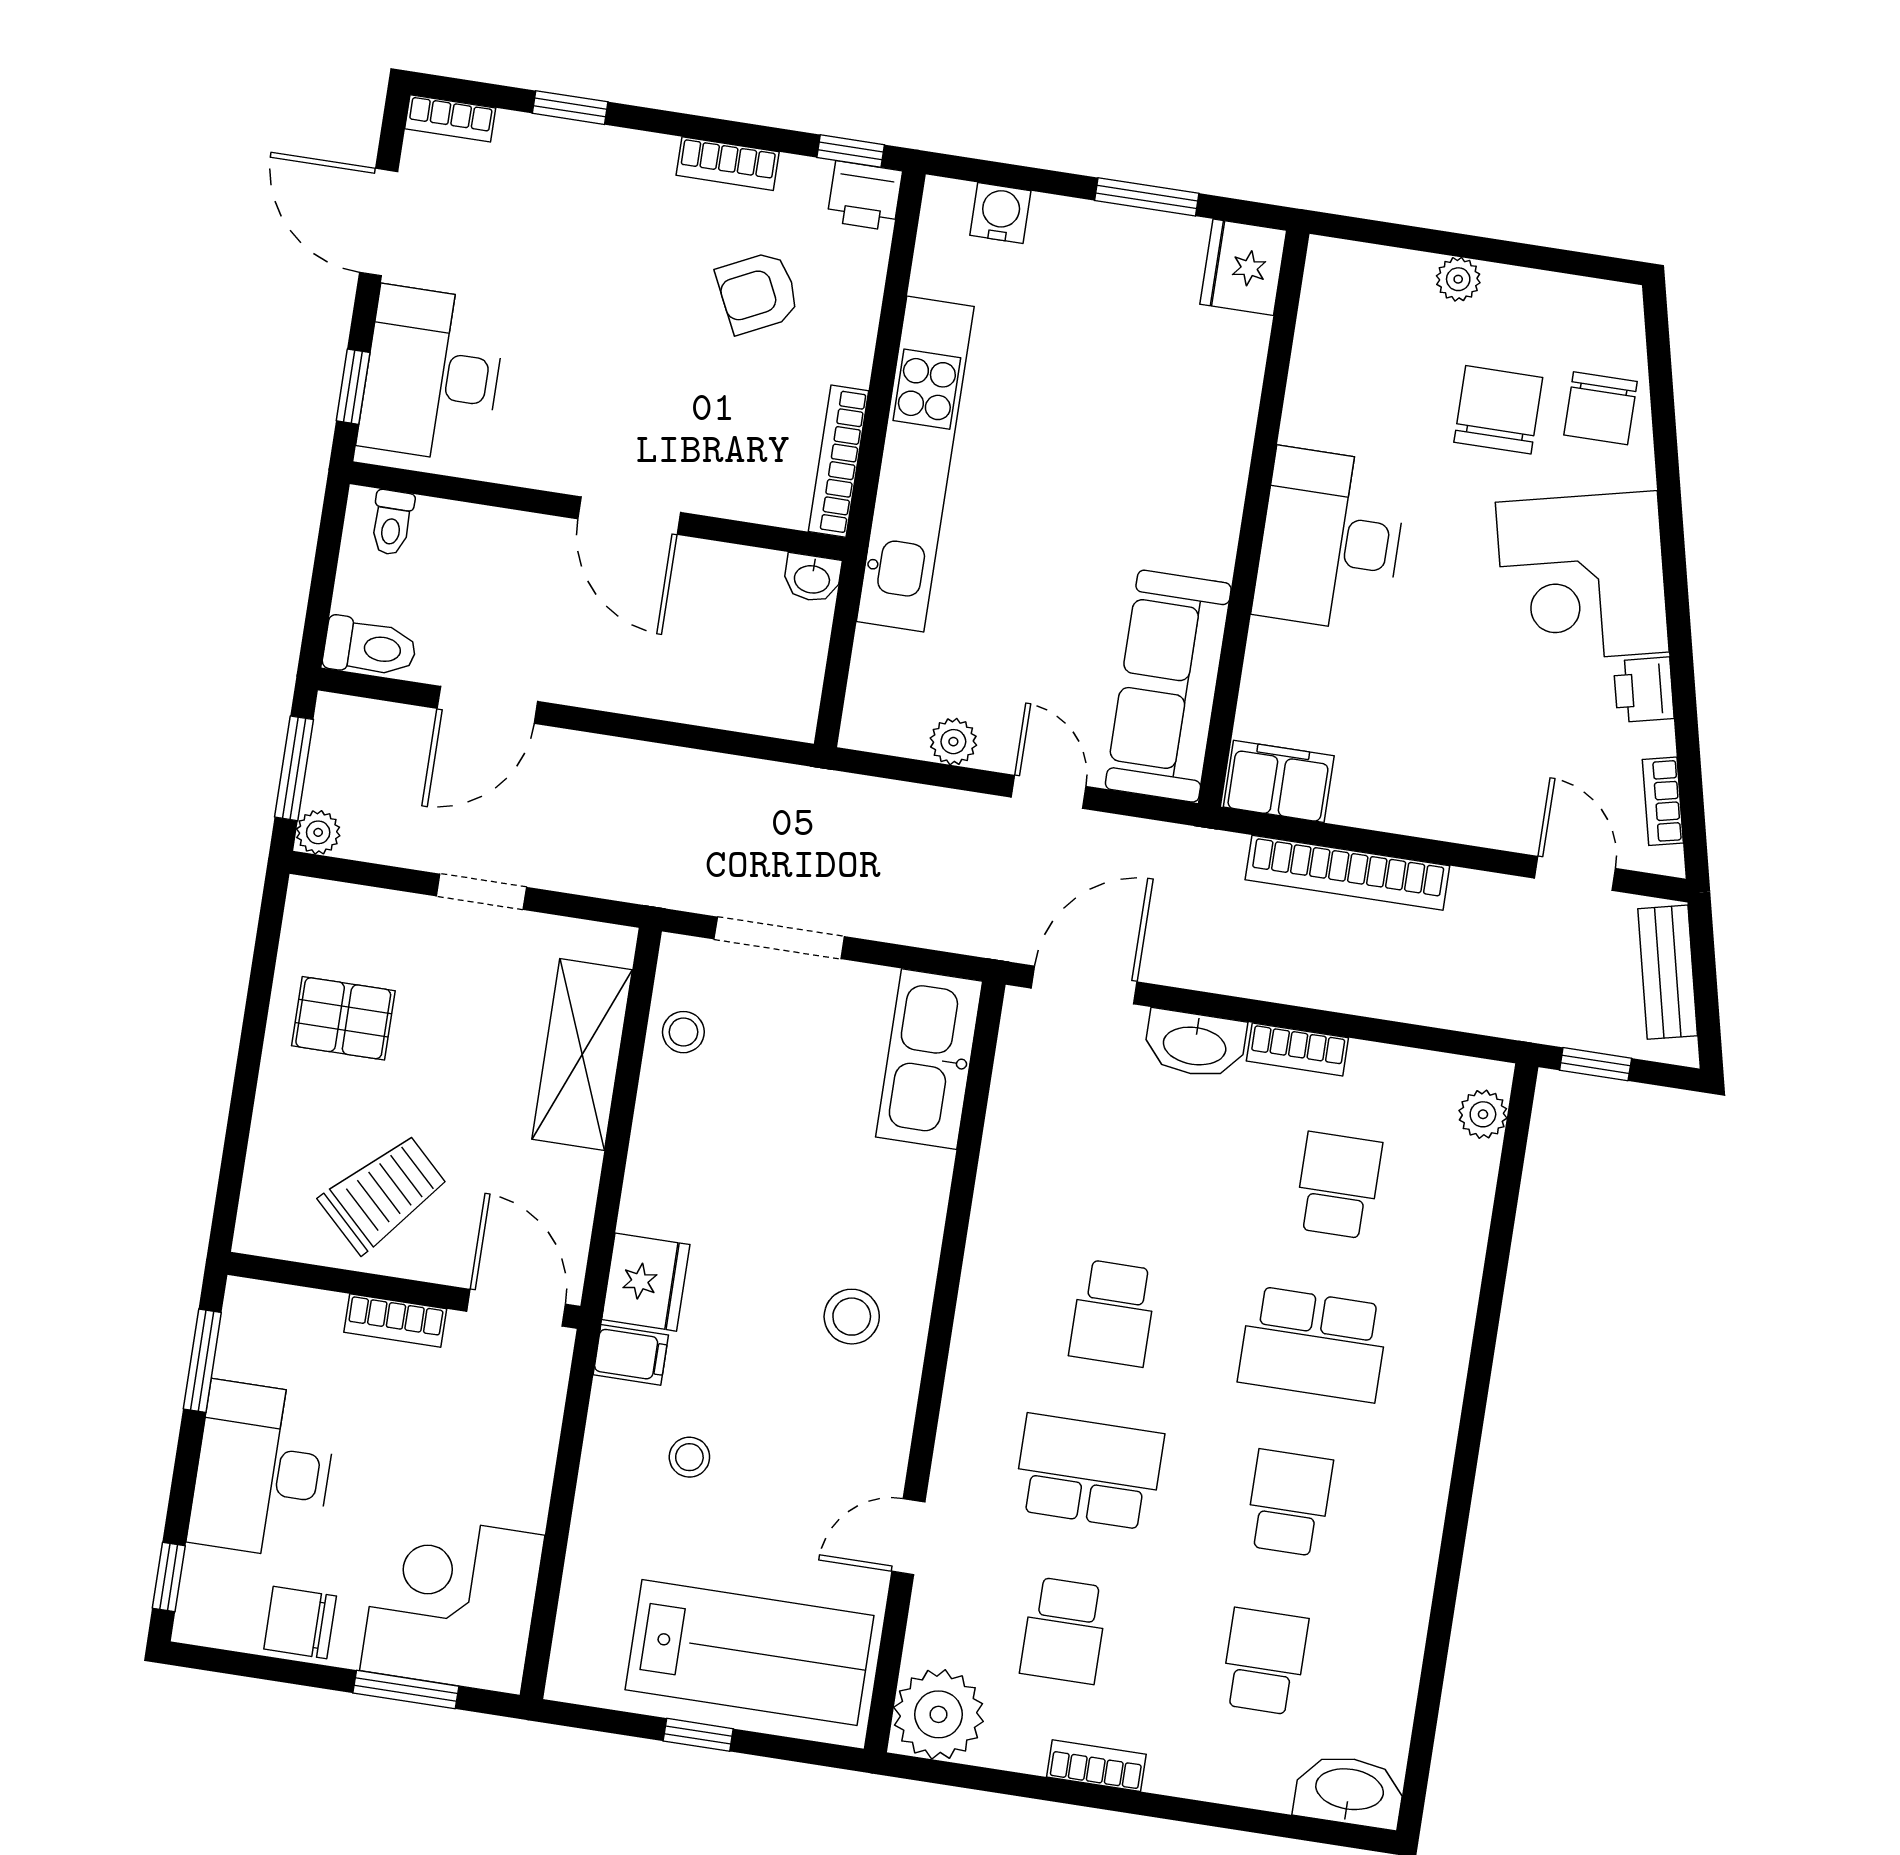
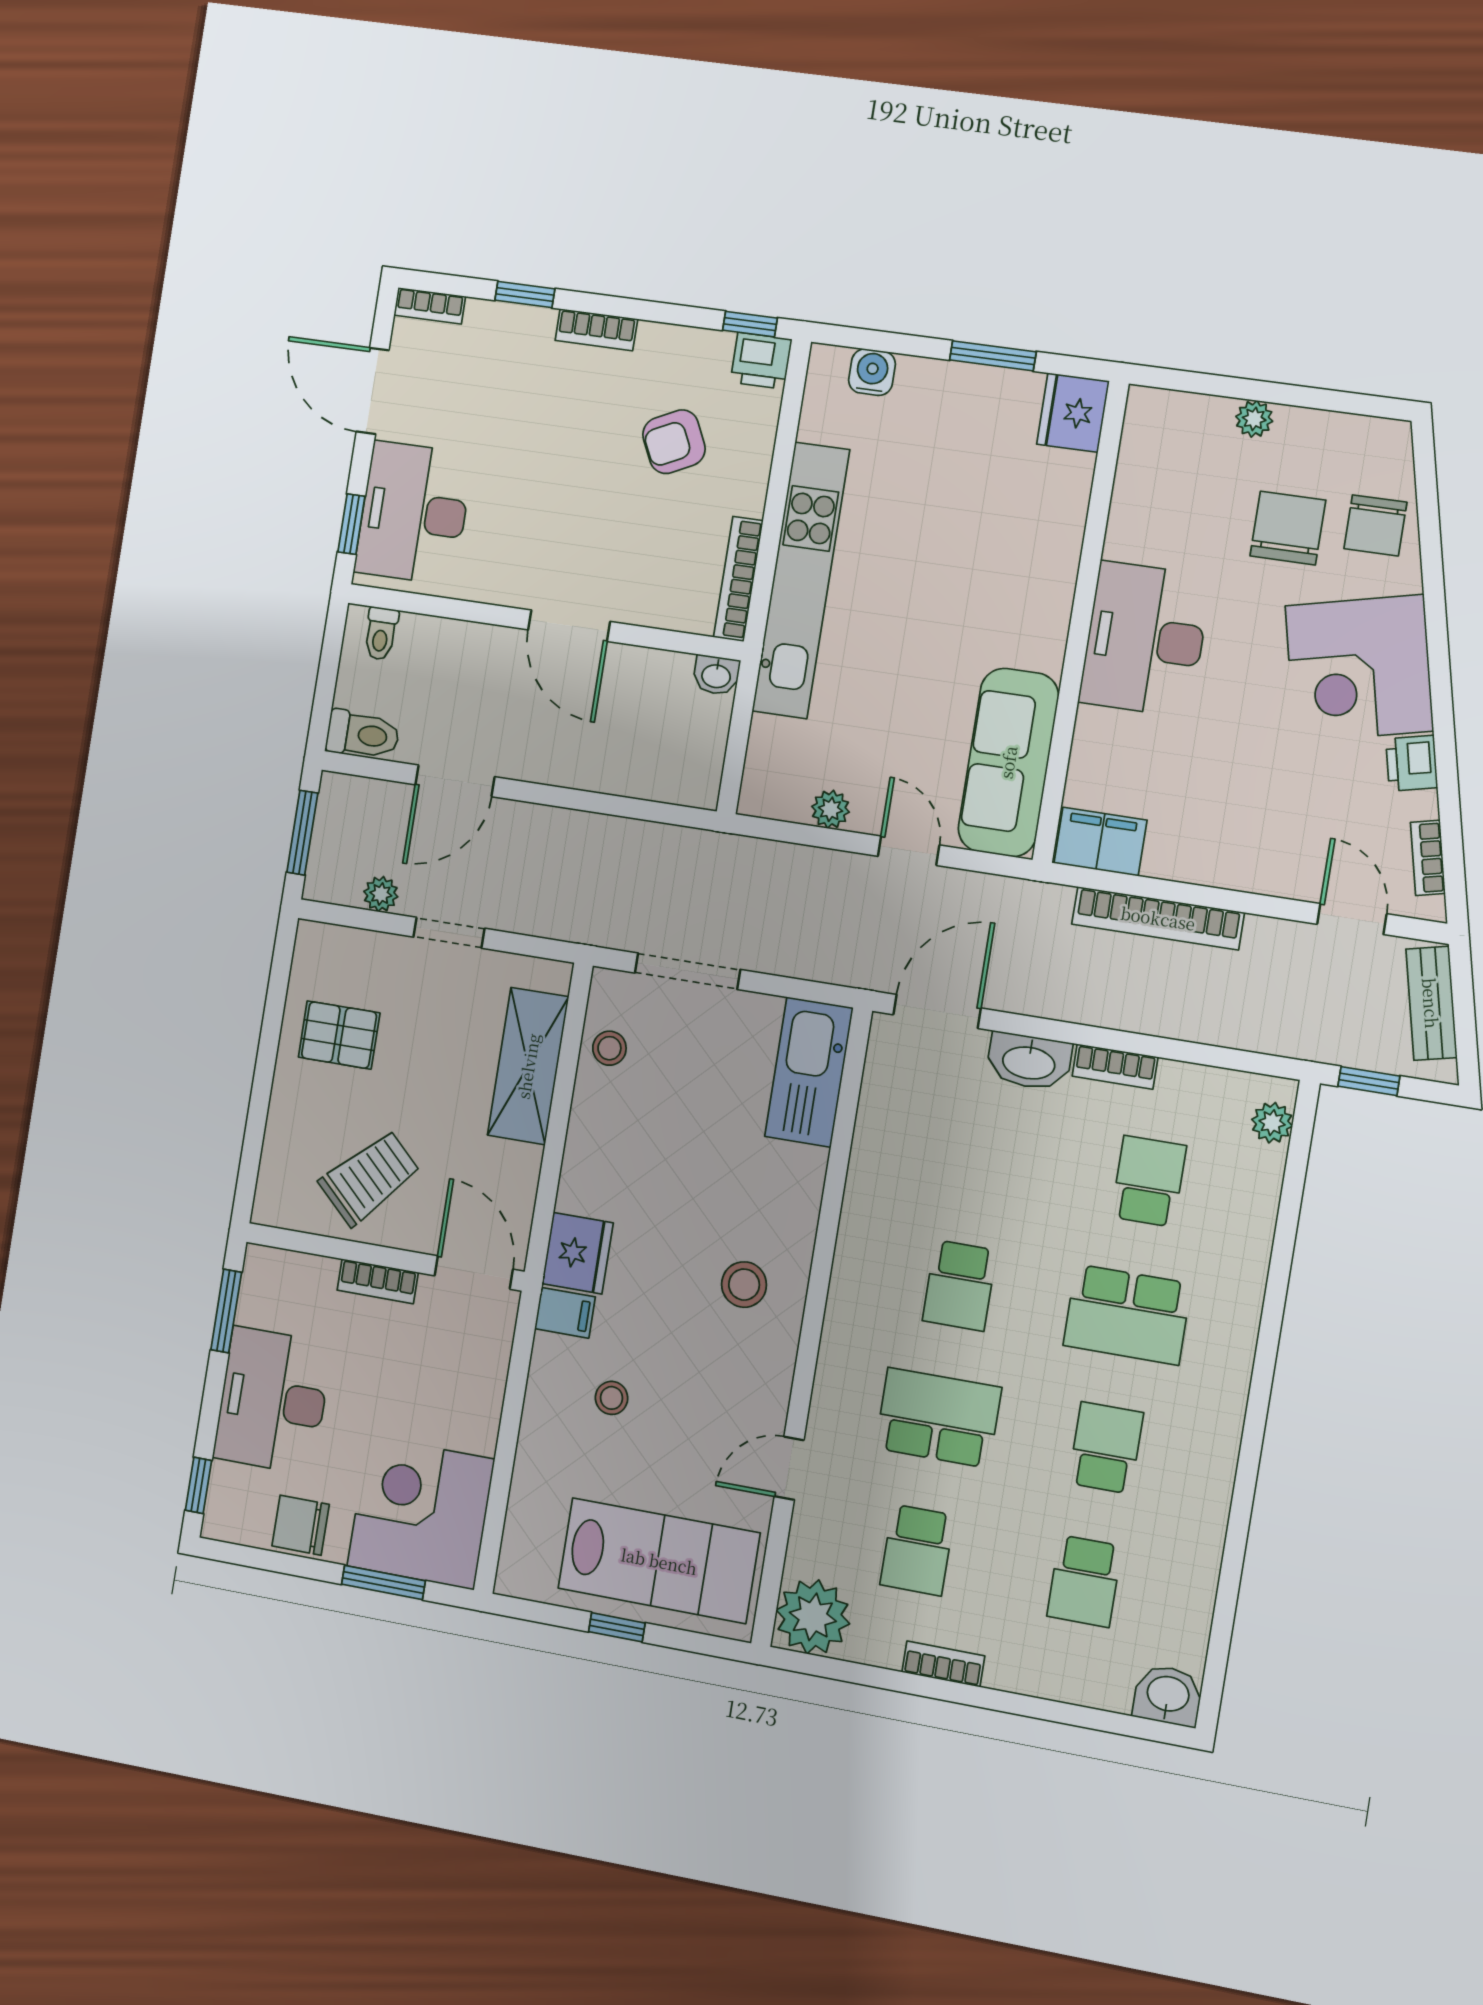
bookcase: (728, 164) -> (596, 330), moved
plant: (318, 832) -> (381, 894), moved
school desk: (1264, 1661) -> (1084, 1581), turned 180
washbasin: (1349, 1791) -> (1168, 1695), width x0.72

